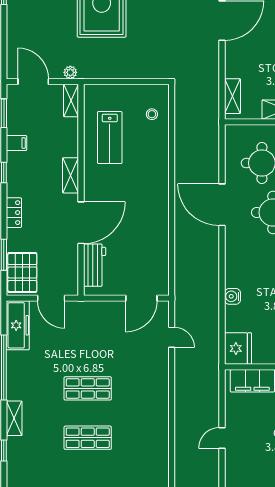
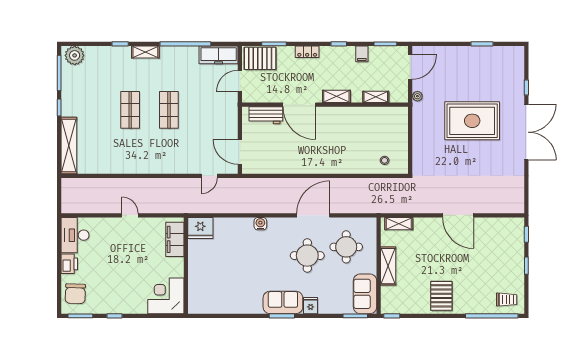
shelving: (71, 100) -> (376, 97), moved
lab bench: (110, 138) -> (366, 127), removed
water cooler: (232, 296) -> (260, 224), moved

